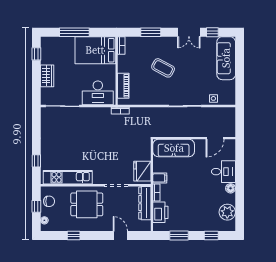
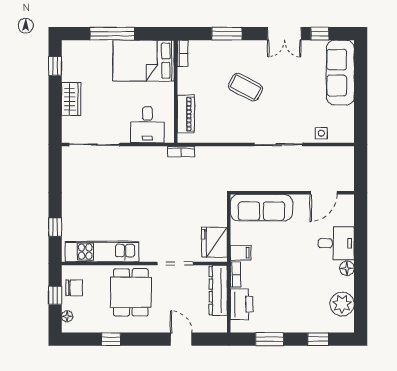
desk: (98, 93) -> (147, 125), width x0.73
dining table: (87, 204) -> (131, 292), turned 90

